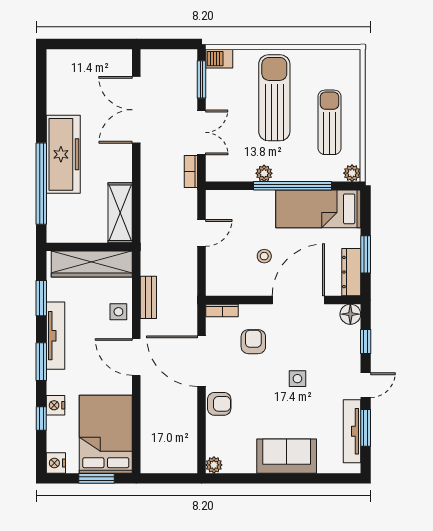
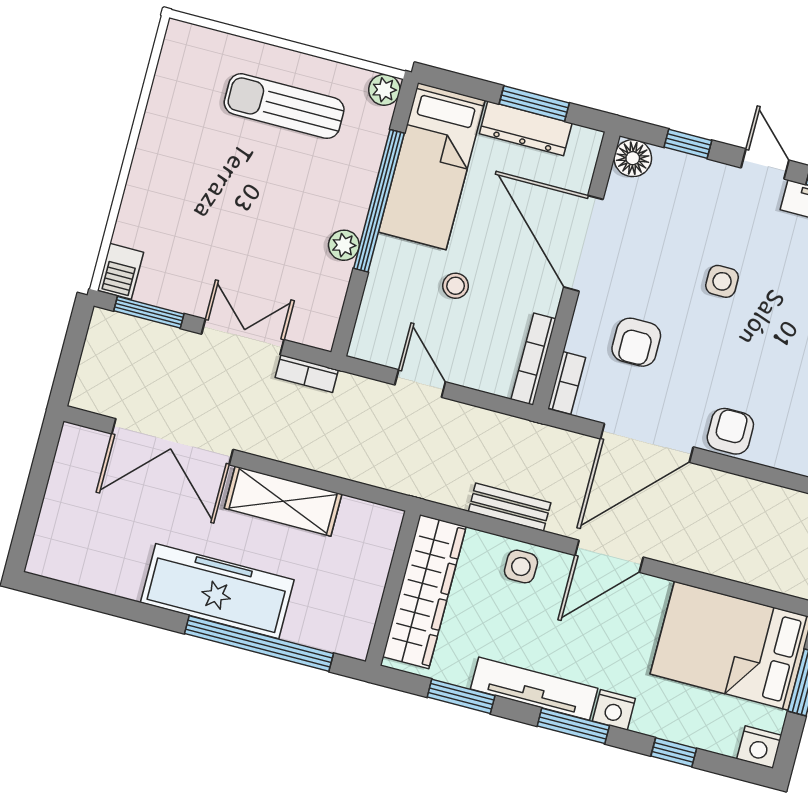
sun lounger: (274, 98) -> (215, 192), removed
shelving: (120, 213) -> (283, 501), moved
stool: (264, 256) -> (456, 286), moved
dresser: (351, 272) -> (526, 128), moved
bookcase: (230, 290) -> (533, 359), added
armchair: (253, 342) -> (636, 342), turned -90
nightstand: (55, 405) -> (614, 710), moved

